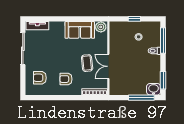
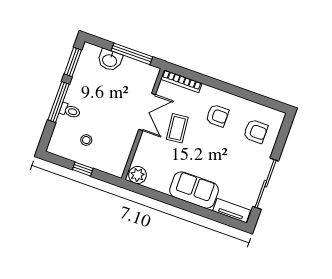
sofa: (80, 30) -> (194, 190), moved
window: (163, 41) -> (59, 102), moved
washbasin: (154, 89) -> (110, 60), moved
window: (141, 98) -> (132, 54), moved

